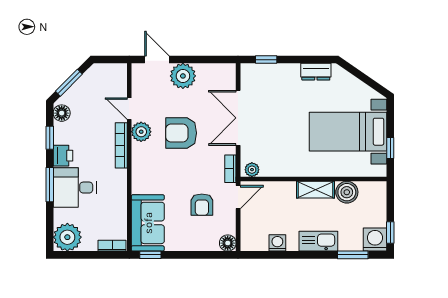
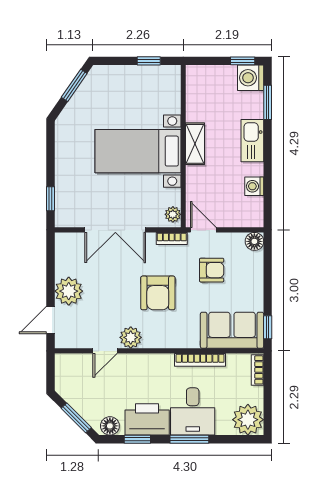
dresser: (316, 72) -> (64, 143), removed
window: (368, 81) -> (74, 85), added
bed with nightstands: (348, 132) -> (138, 151), moved, turned 90
armchair: (181, 133) -> (158, 293), moved
bookcase: (121, 145) -> (200, 360), moved
printer: (63, 156) -> (147, 419), width x1.87, depth x1.48
boiler: (347, 192) -> (198, 109), removed

